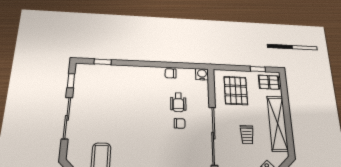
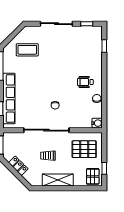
wheelchair: (178, 102) -> (85, 82), moved
shelving: (277, 123) -> (58, 180), width x0.68

